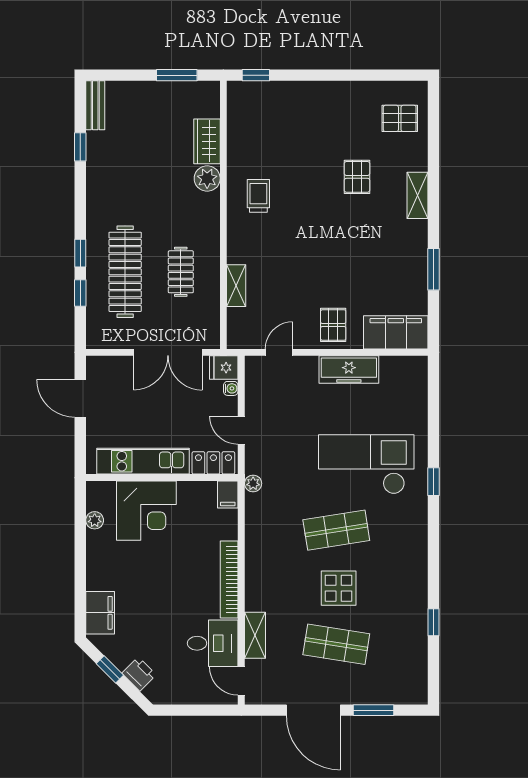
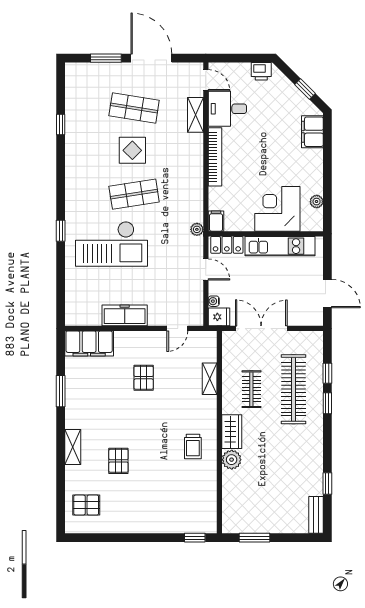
wardrobe: (207, 141) -> (232, 432), moved
pallet: (333, 325) -> (144, 378), moved
printer: (139, 674) -> (261, 71), moved, turned -45

